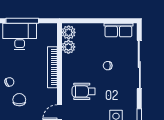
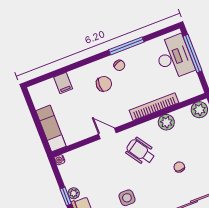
plant: (68, 47) -> (166, 122), moved
wheelchair: (84, 91) -> (141, 151), turned -34

